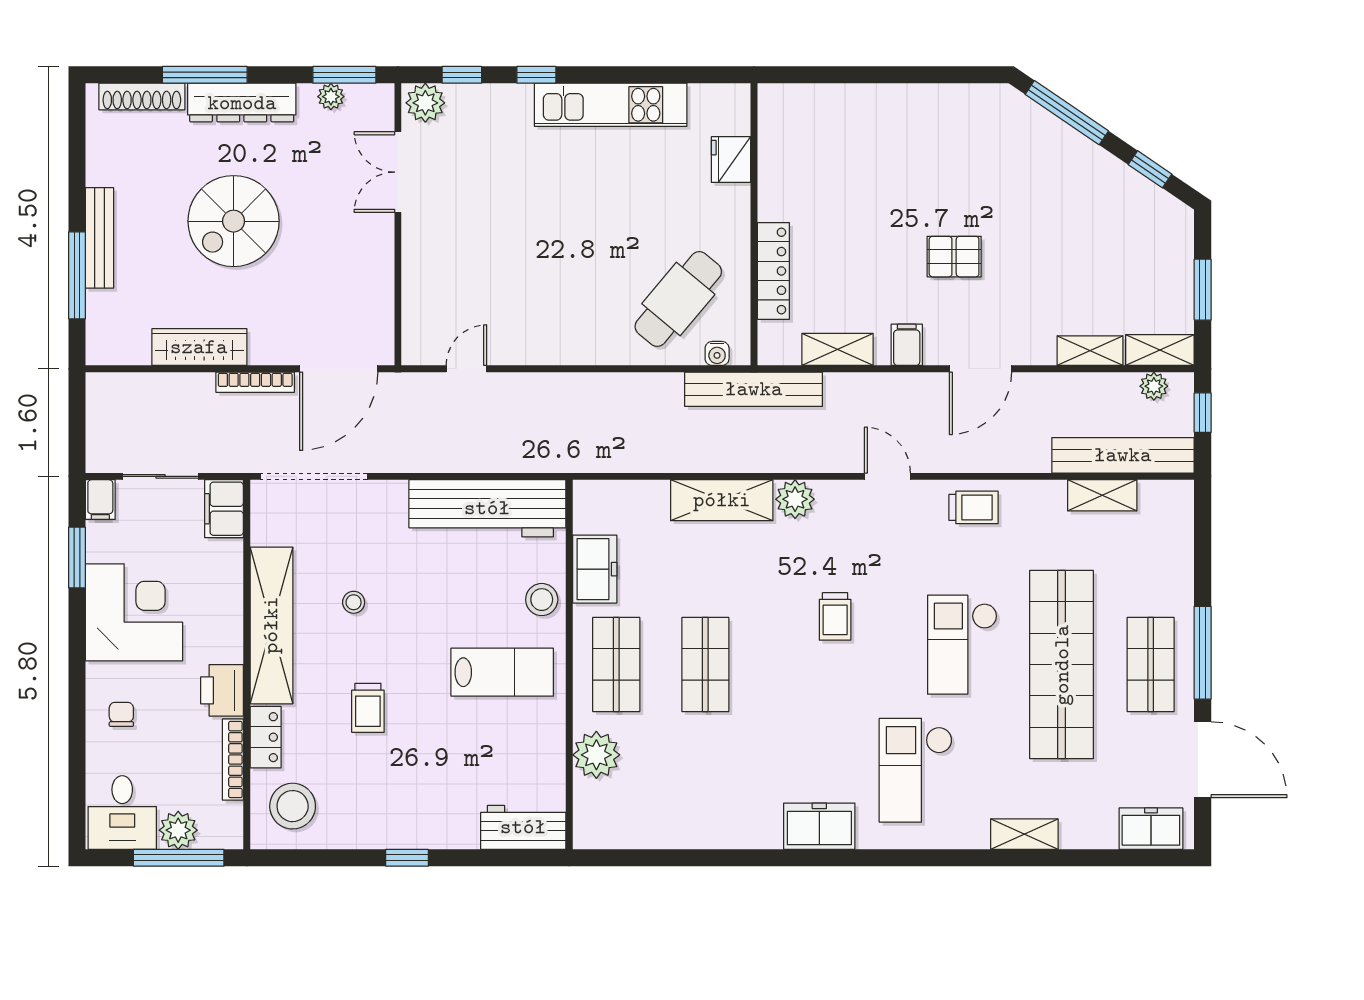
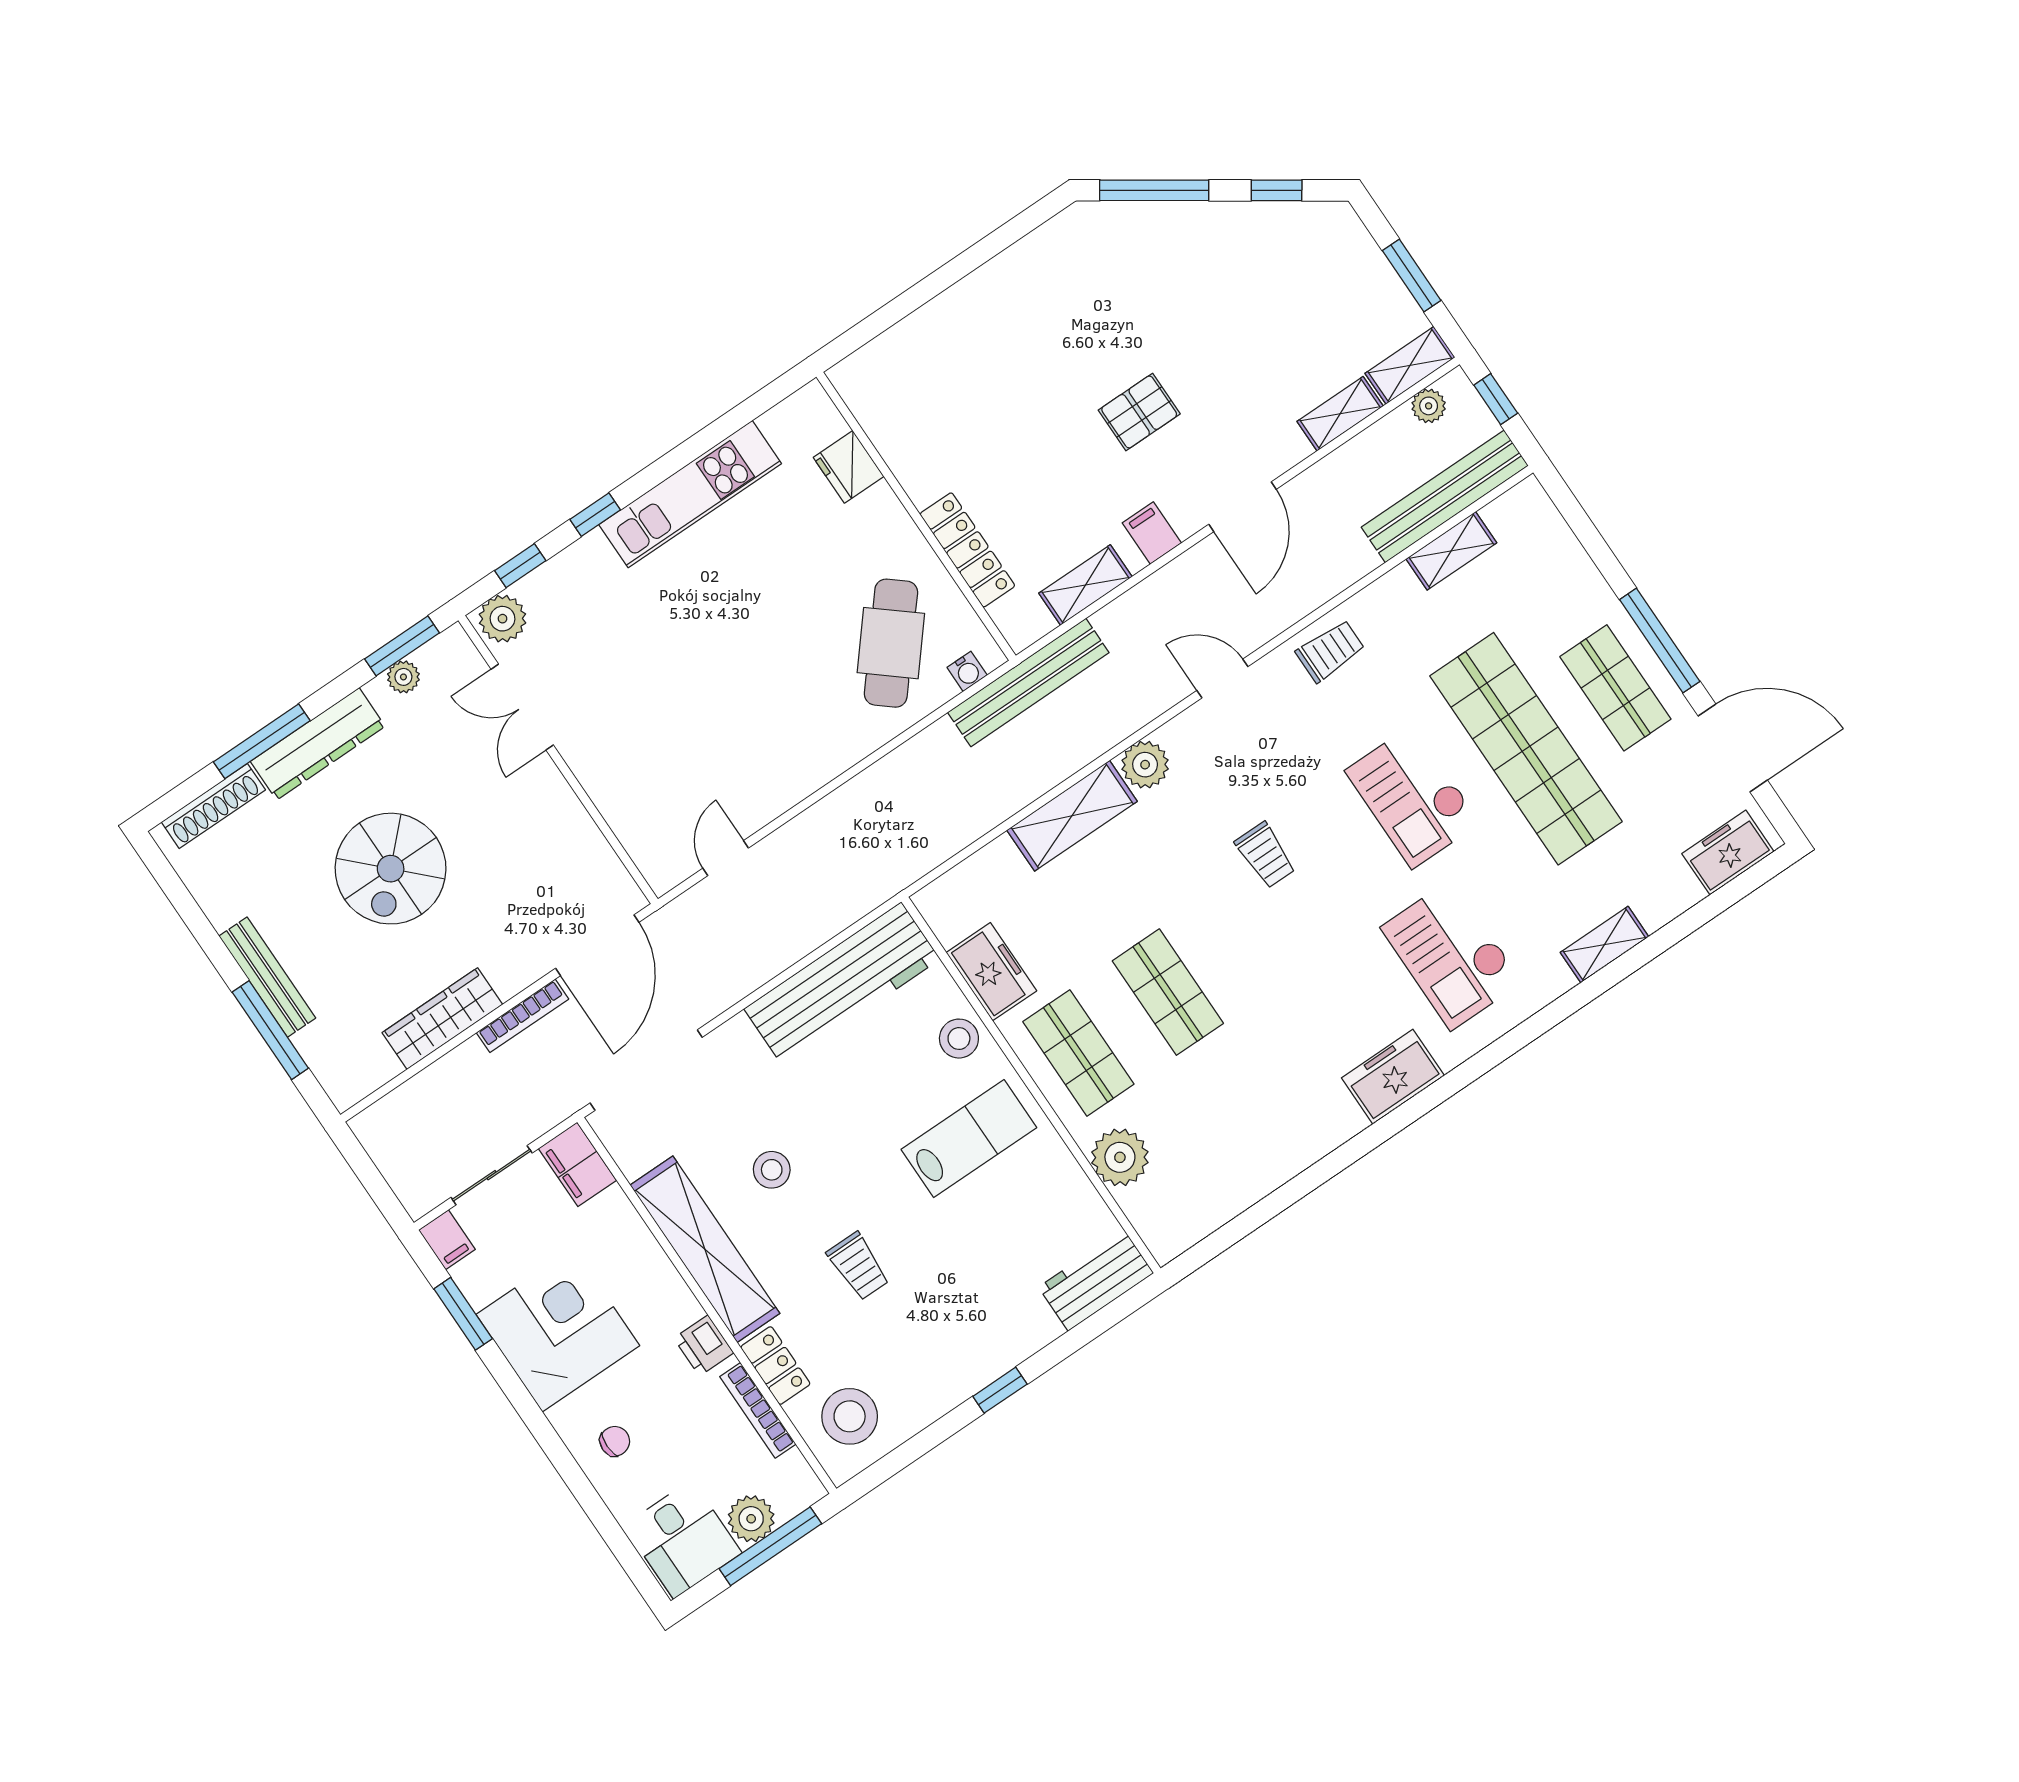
stool: (354, 602) -> (772, 1170), width x1.37, depth x1.37
printer: (222, 690) -> (704, 1345), width x0.73, depth x0.81
chair: (121, 714) -> (615, 1441), turned 90

